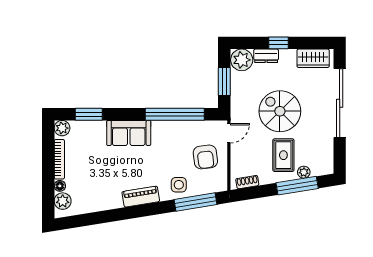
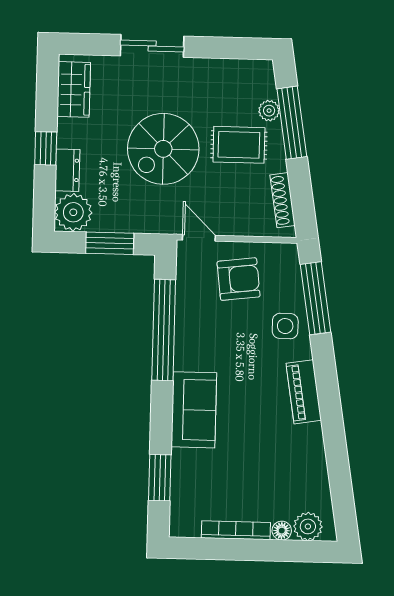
sliding door: (340, 103) -> (152, 46), width x0.54
plant: (62, 128) -> (182, 524), removed
shoe rack: (247, 182) -> (283, 200), width x1.43

